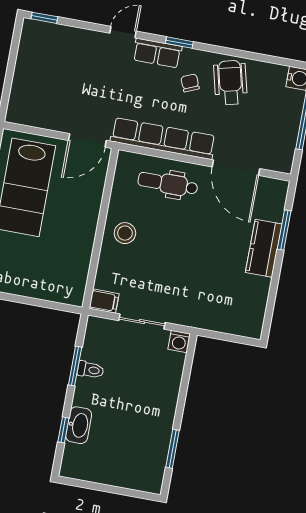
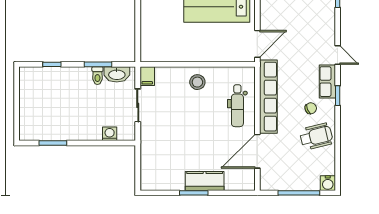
door: (87, 140) -> (257, 44), swing flipped
dental chair: (168, 184) -> (237, 106), turned 180
window: (284, 230) -> (194, 193), moved
washing machine: (179, 341) -> (110, 134), moved, turned 90
washbasin: (79, 425) -> (117, 74), moved

